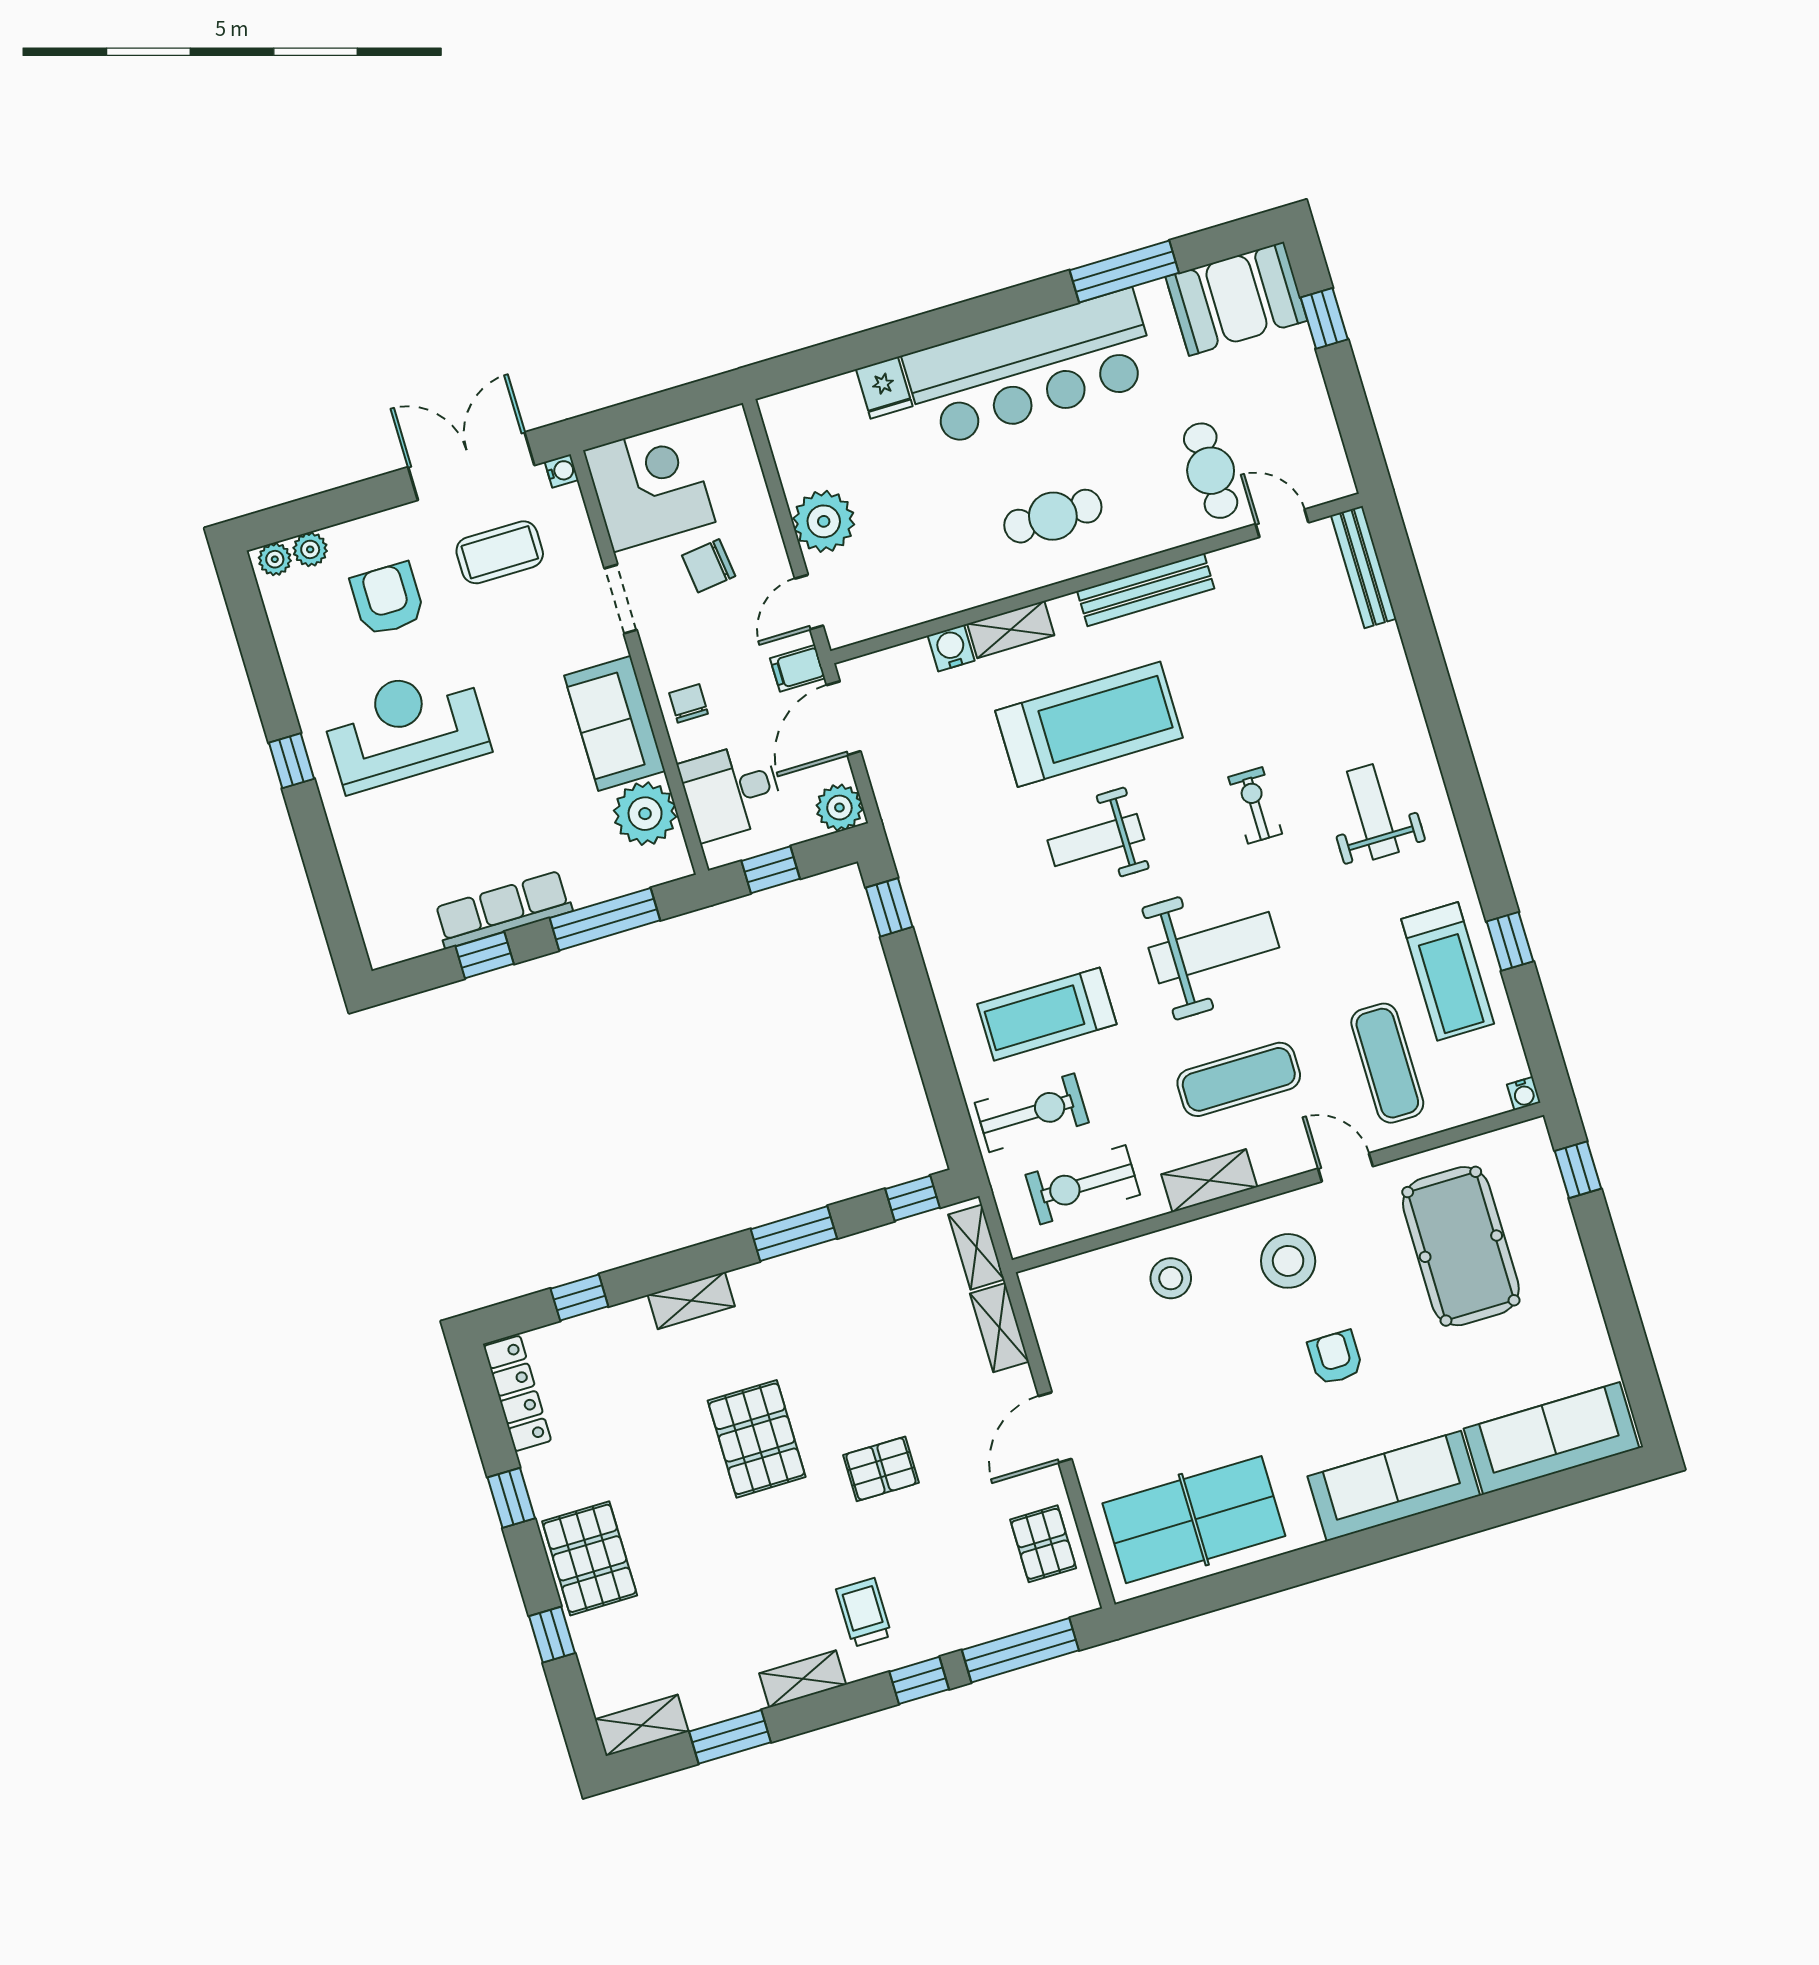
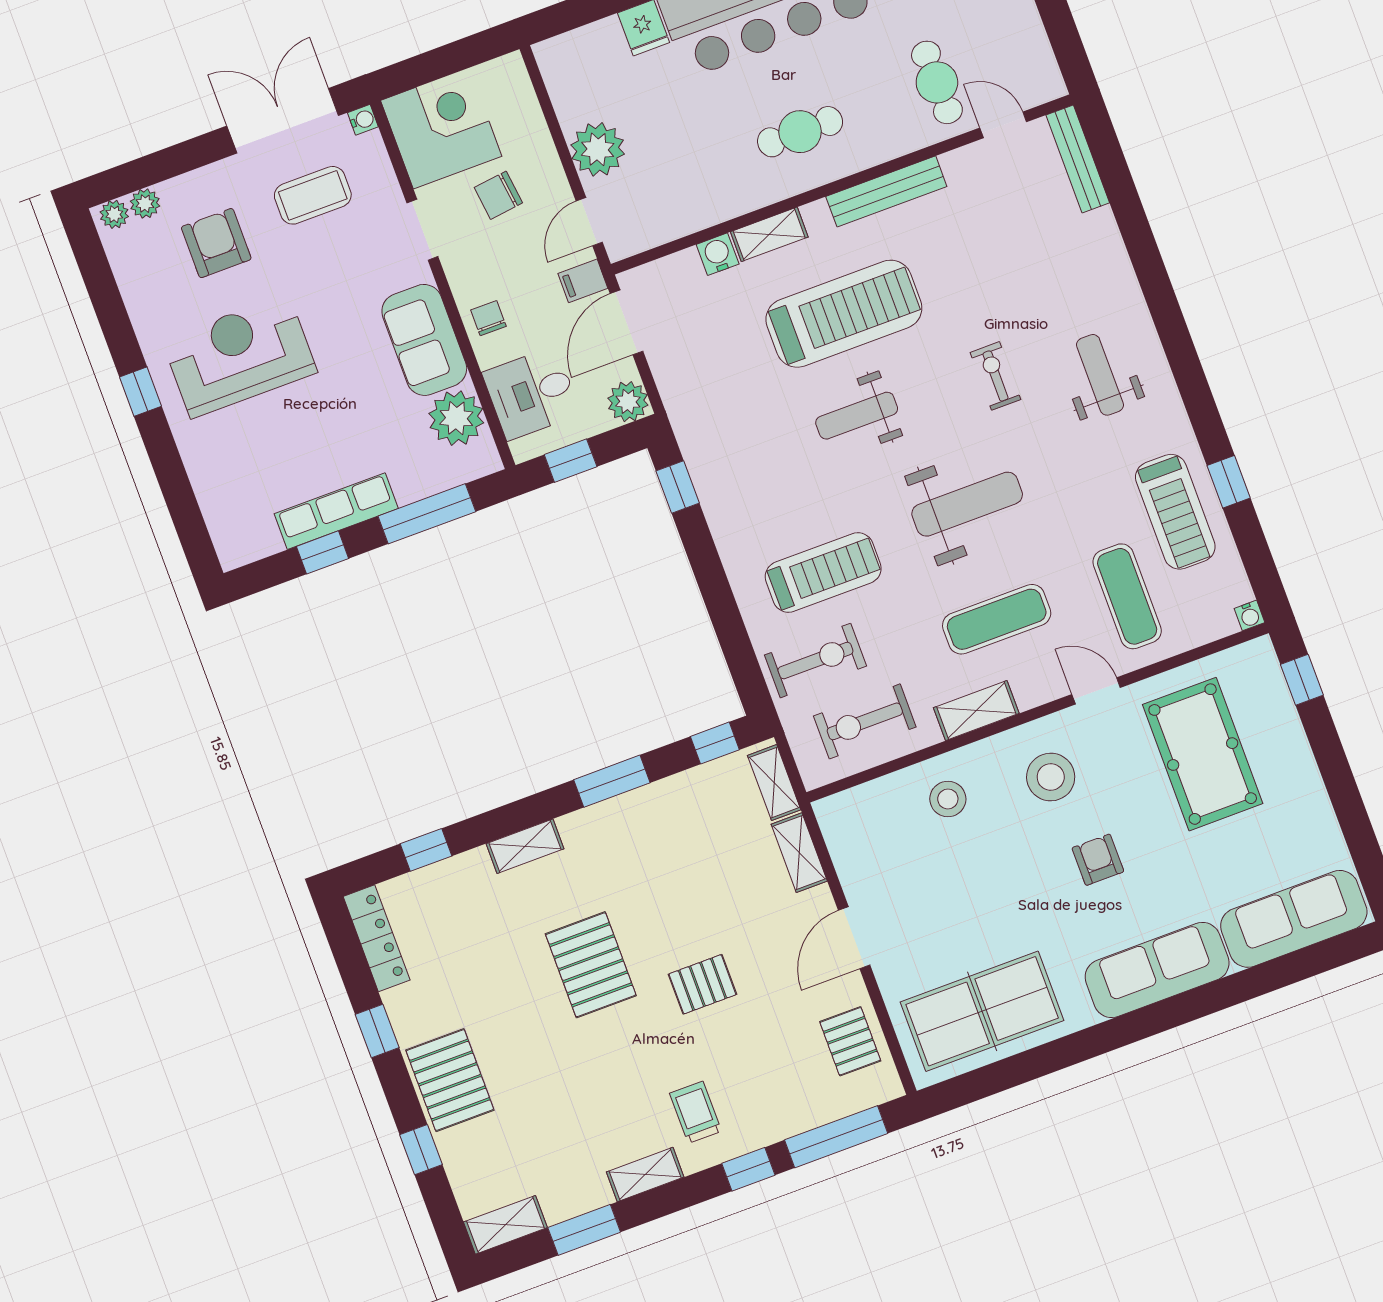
treadmill: (1047, 1014) -> (823, 573), turned 180

